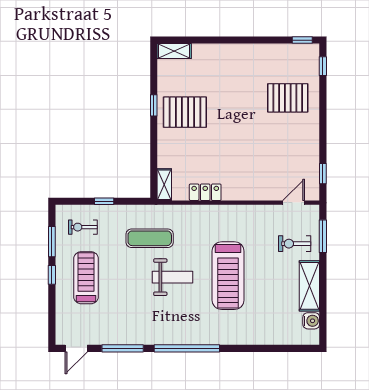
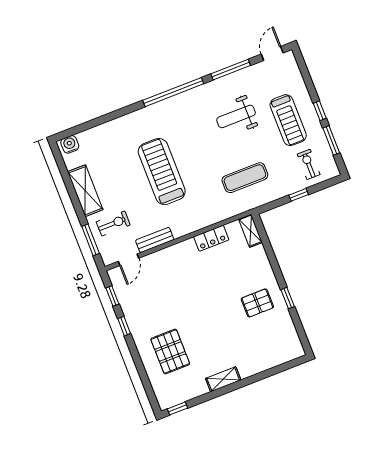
shelving: (174, 51) -> (223, 379), moved
window: (323, 66) -> (124, 326), moved
pallet: (288, 98) -> (170, 352), turned 90
pallet: (185, 112) -> (257, 303), width x0.67, depth x0.71
bench: (261, 212) -> (155, 240), added
exercise bike: (83, 227) -> (309, 164), turned -90
weight bench: (172, 277) -> (236, 116), moved
water cooler: (311, 321) -> (70, 144), moved, turned 90

